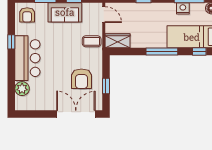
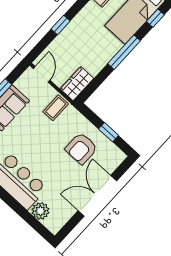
door: (104, 15) -> (42, 74), hinge flipped
armchair: (82, 79) -> (81, 148), turned 90
double door: (76, 114) -> (97, 196), moved

